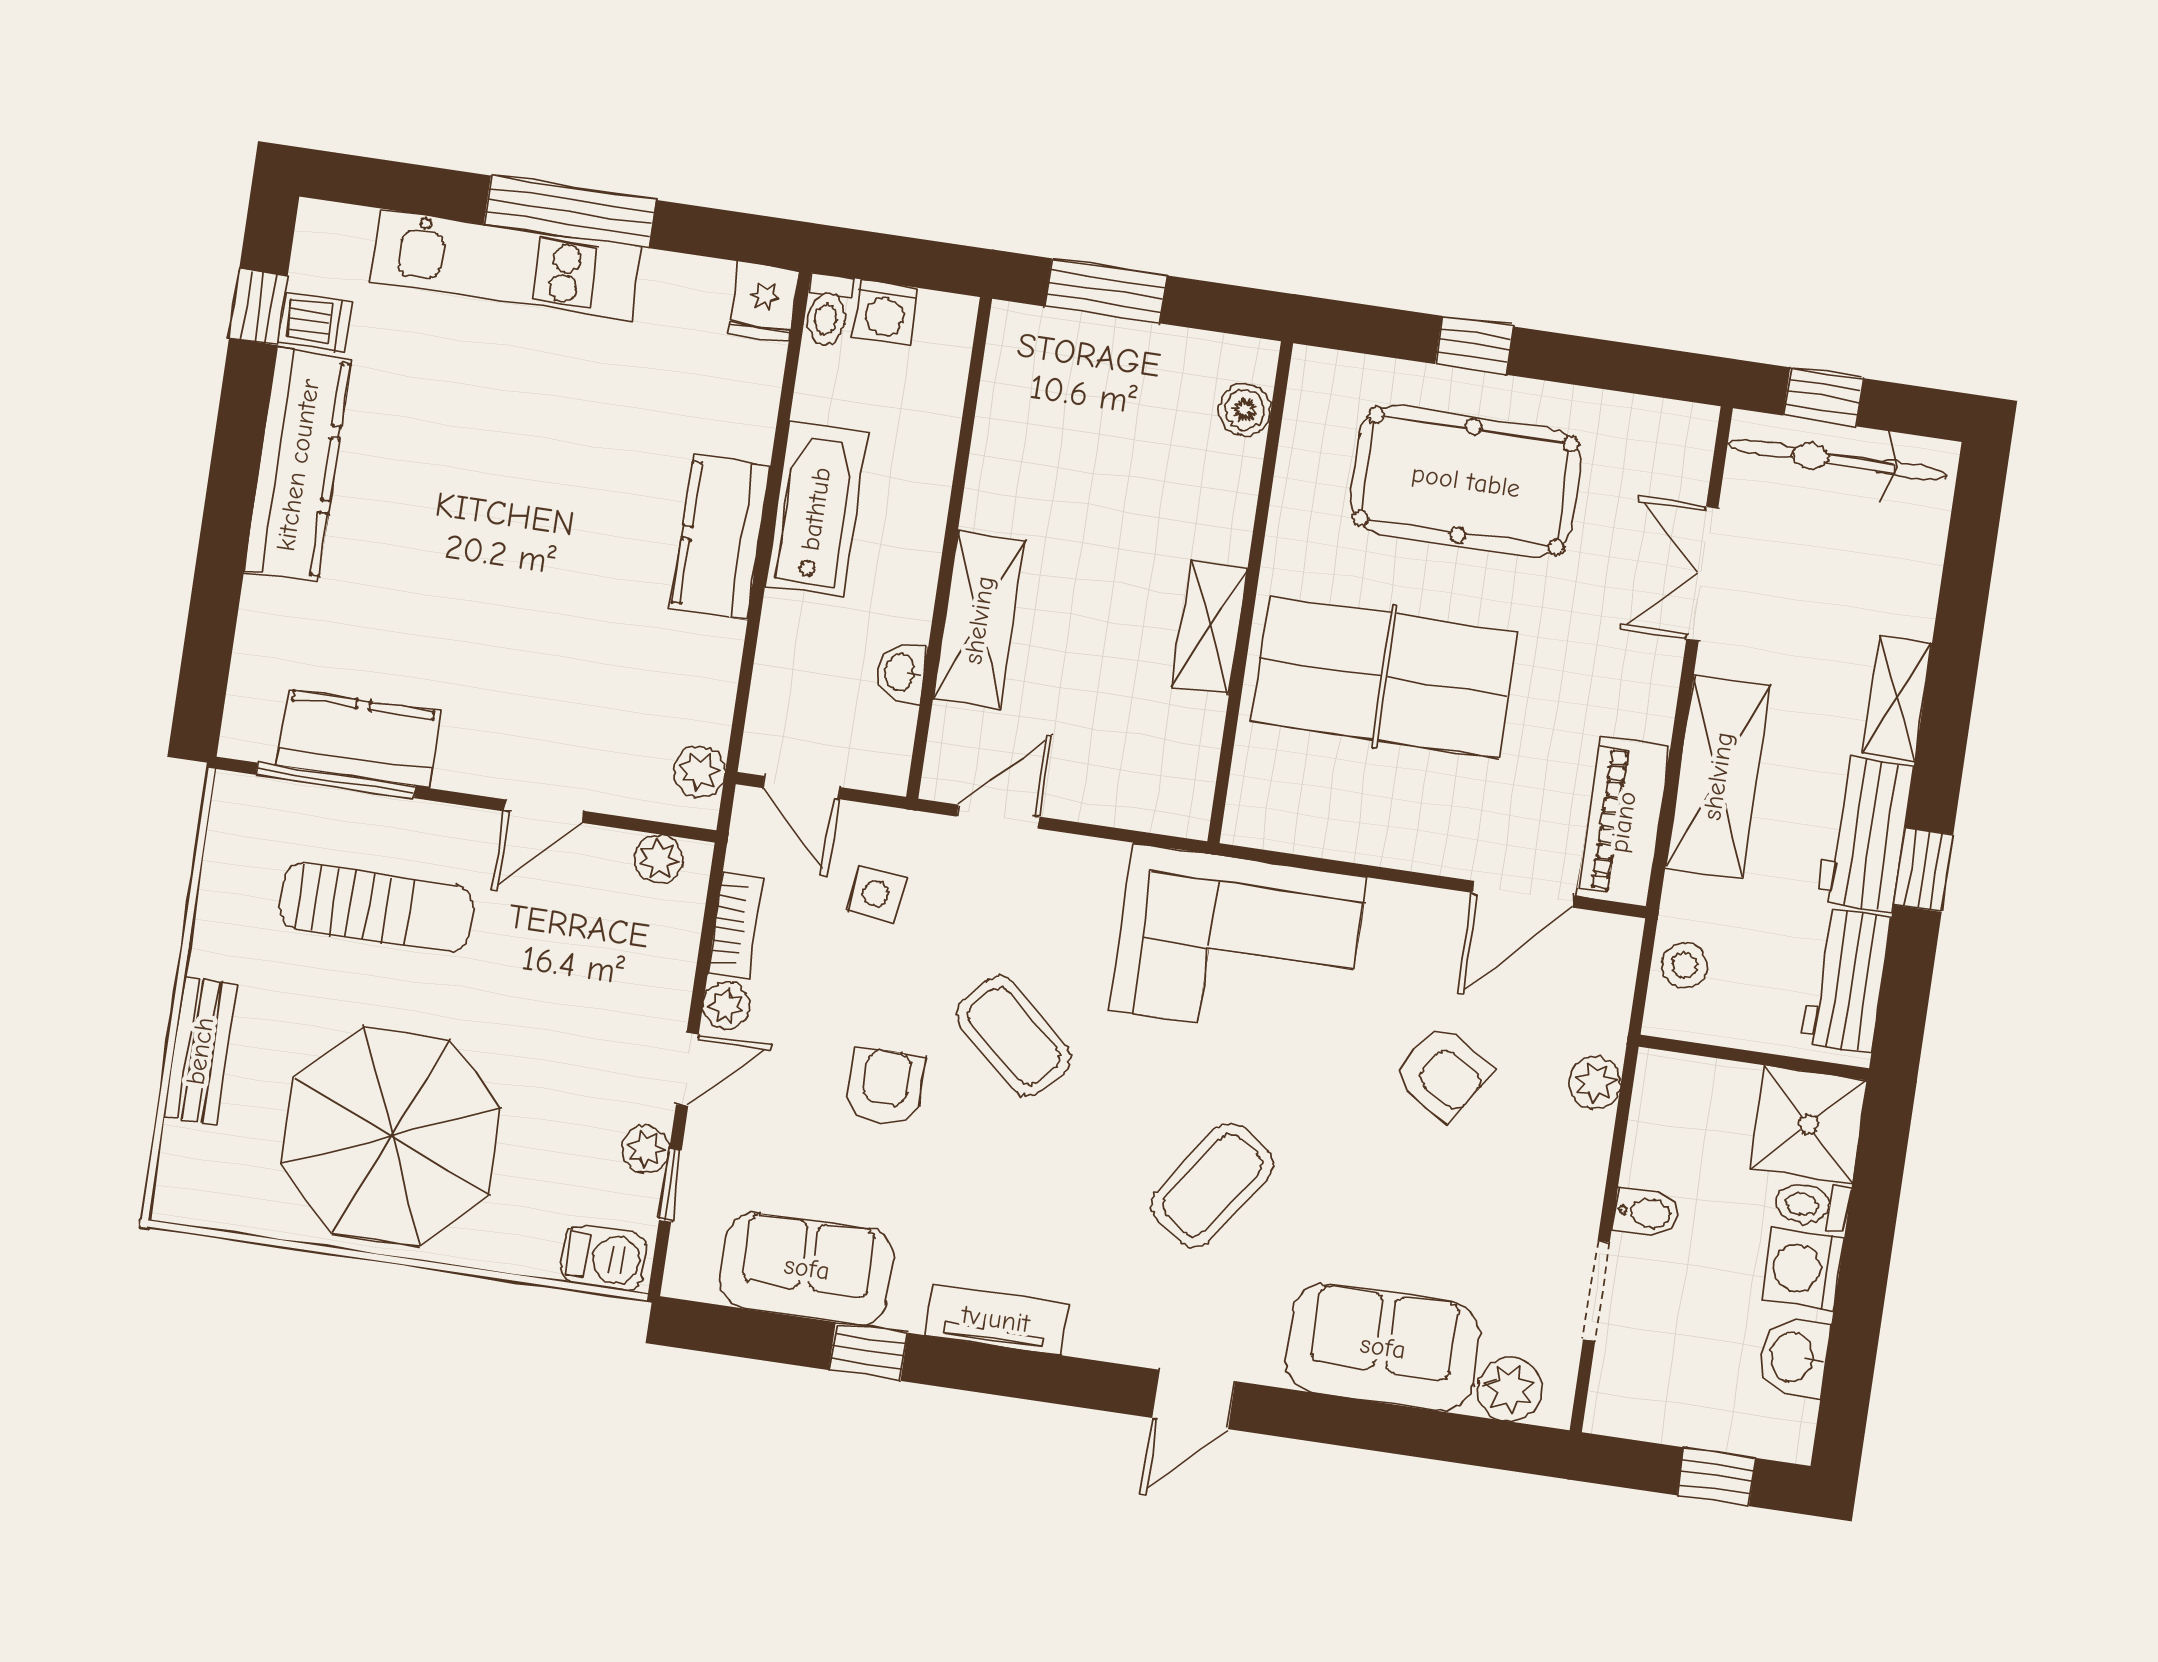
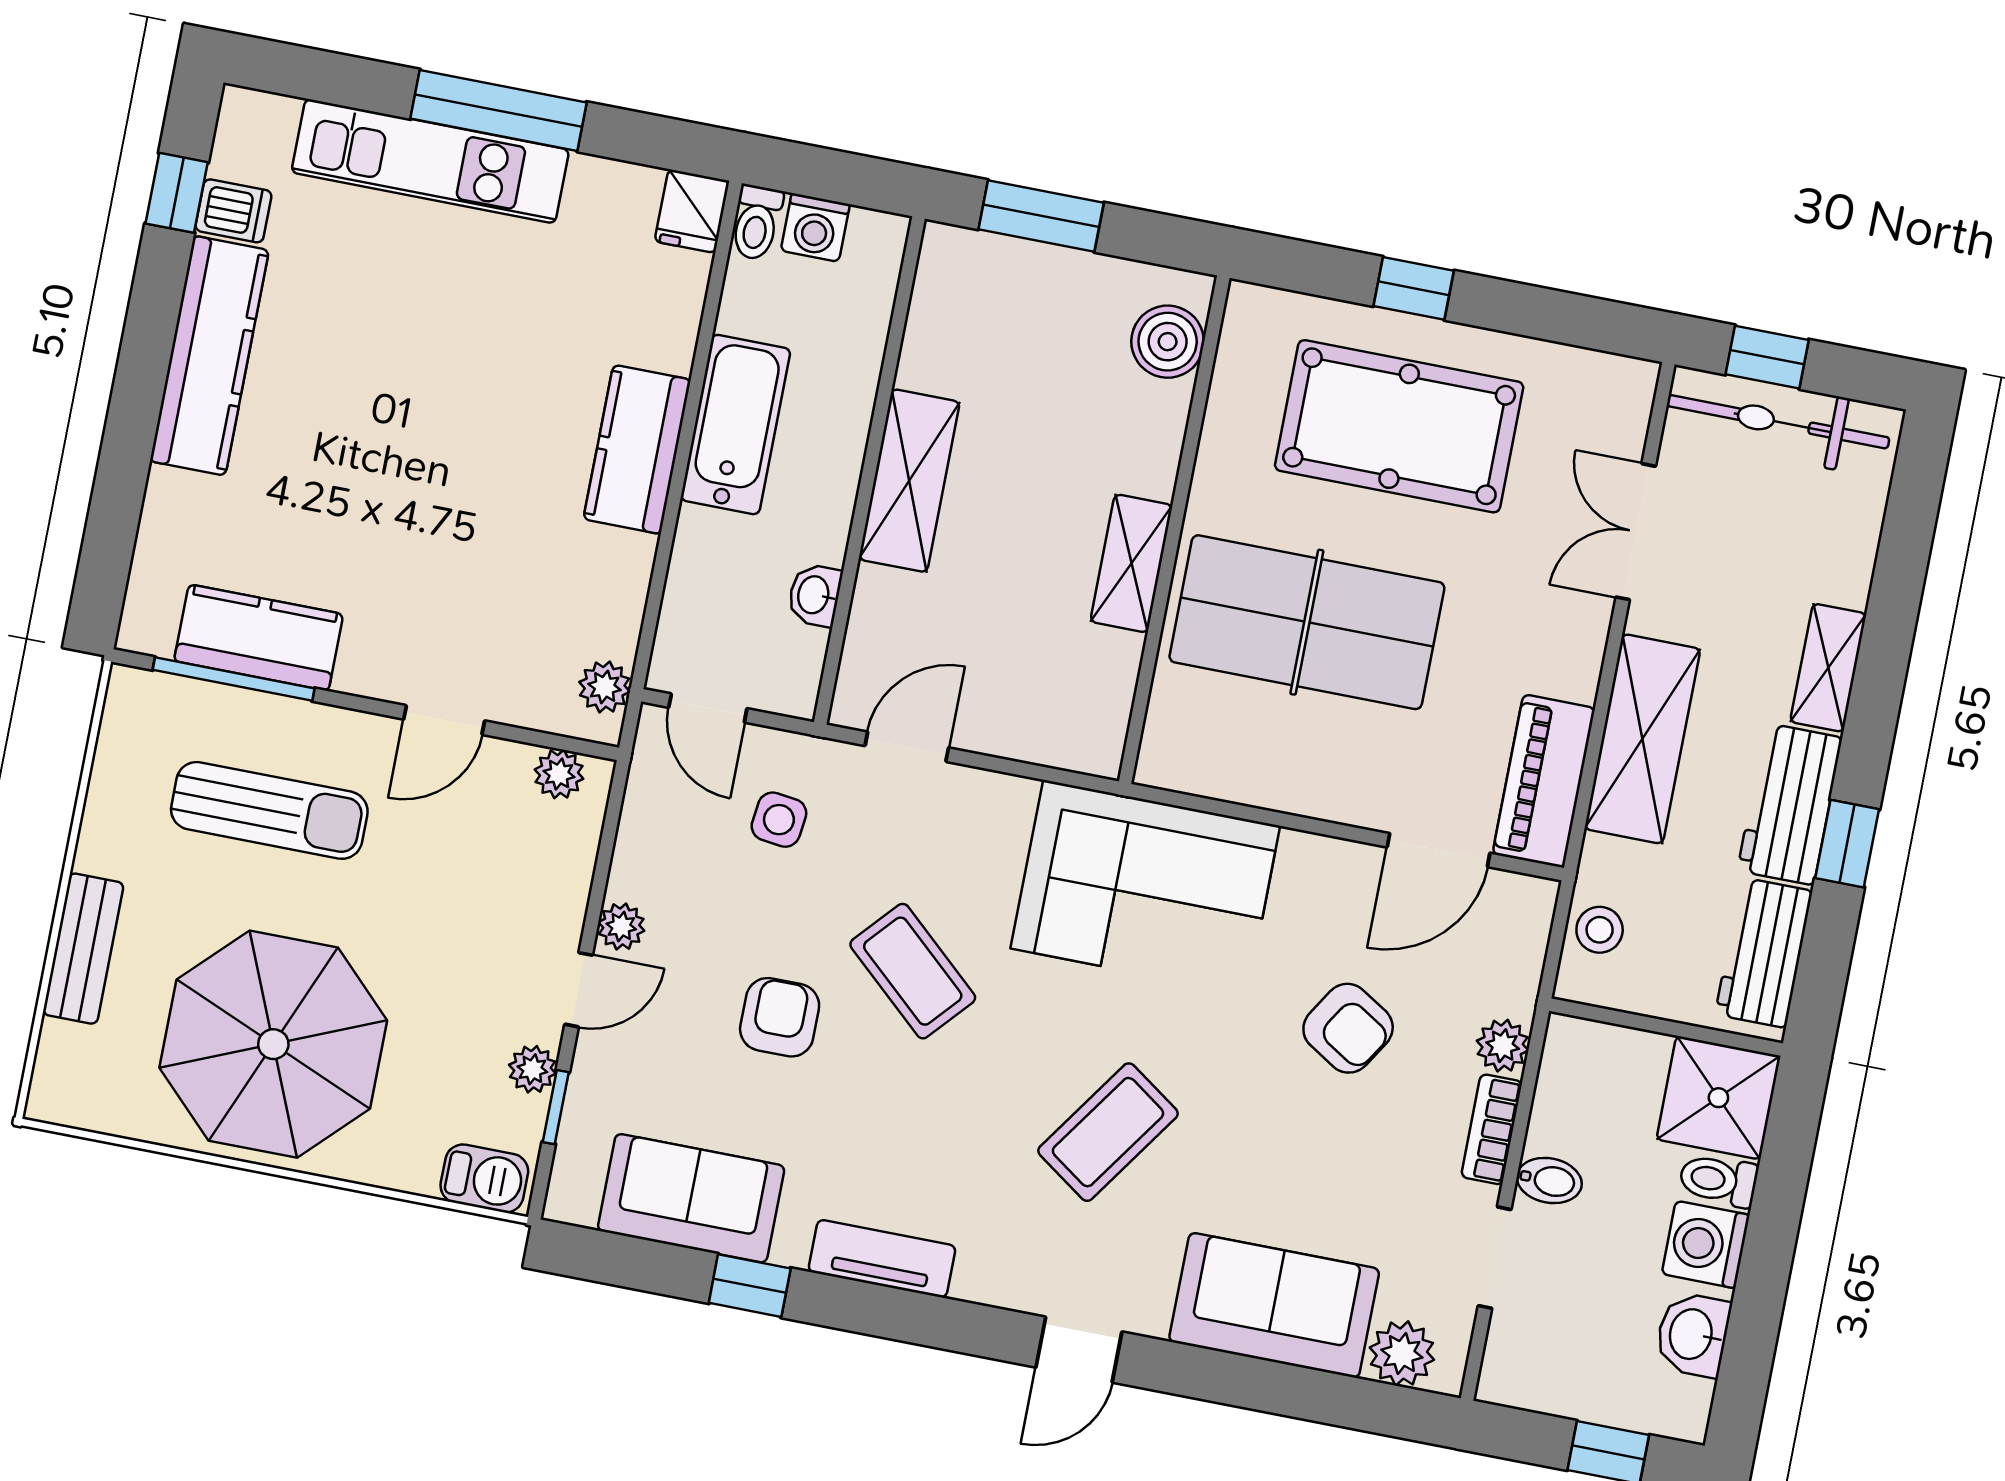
boiler: (1245, 410) -> (1168, 342), width x1.36, depth x1.36
shelving: (979, 620) -> (909, 481), moved
bookcase: (736, 926) -> (1492, 1129), moved, turned 180

